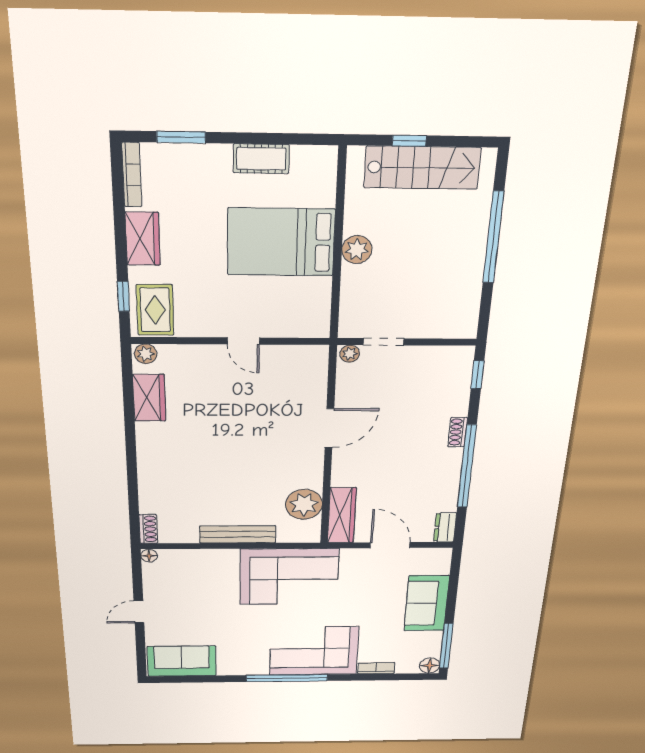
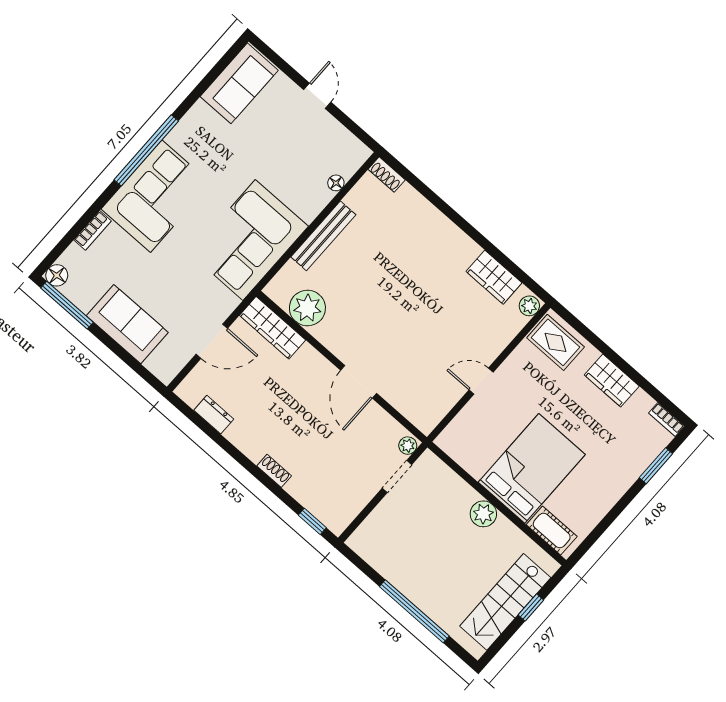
cot: (261, 159) -> (552, 530), moved, turned 90
bookcase: (132, 175) -> (667, 420), width x0.64
window: (123, 296) -> (583, 331), removed
window: (467, 467) -> (237, 455), removed
dresser: (445, 527) -> (214, 415), moved
floor lamp: (149, 556) -> (336, 183), moved

